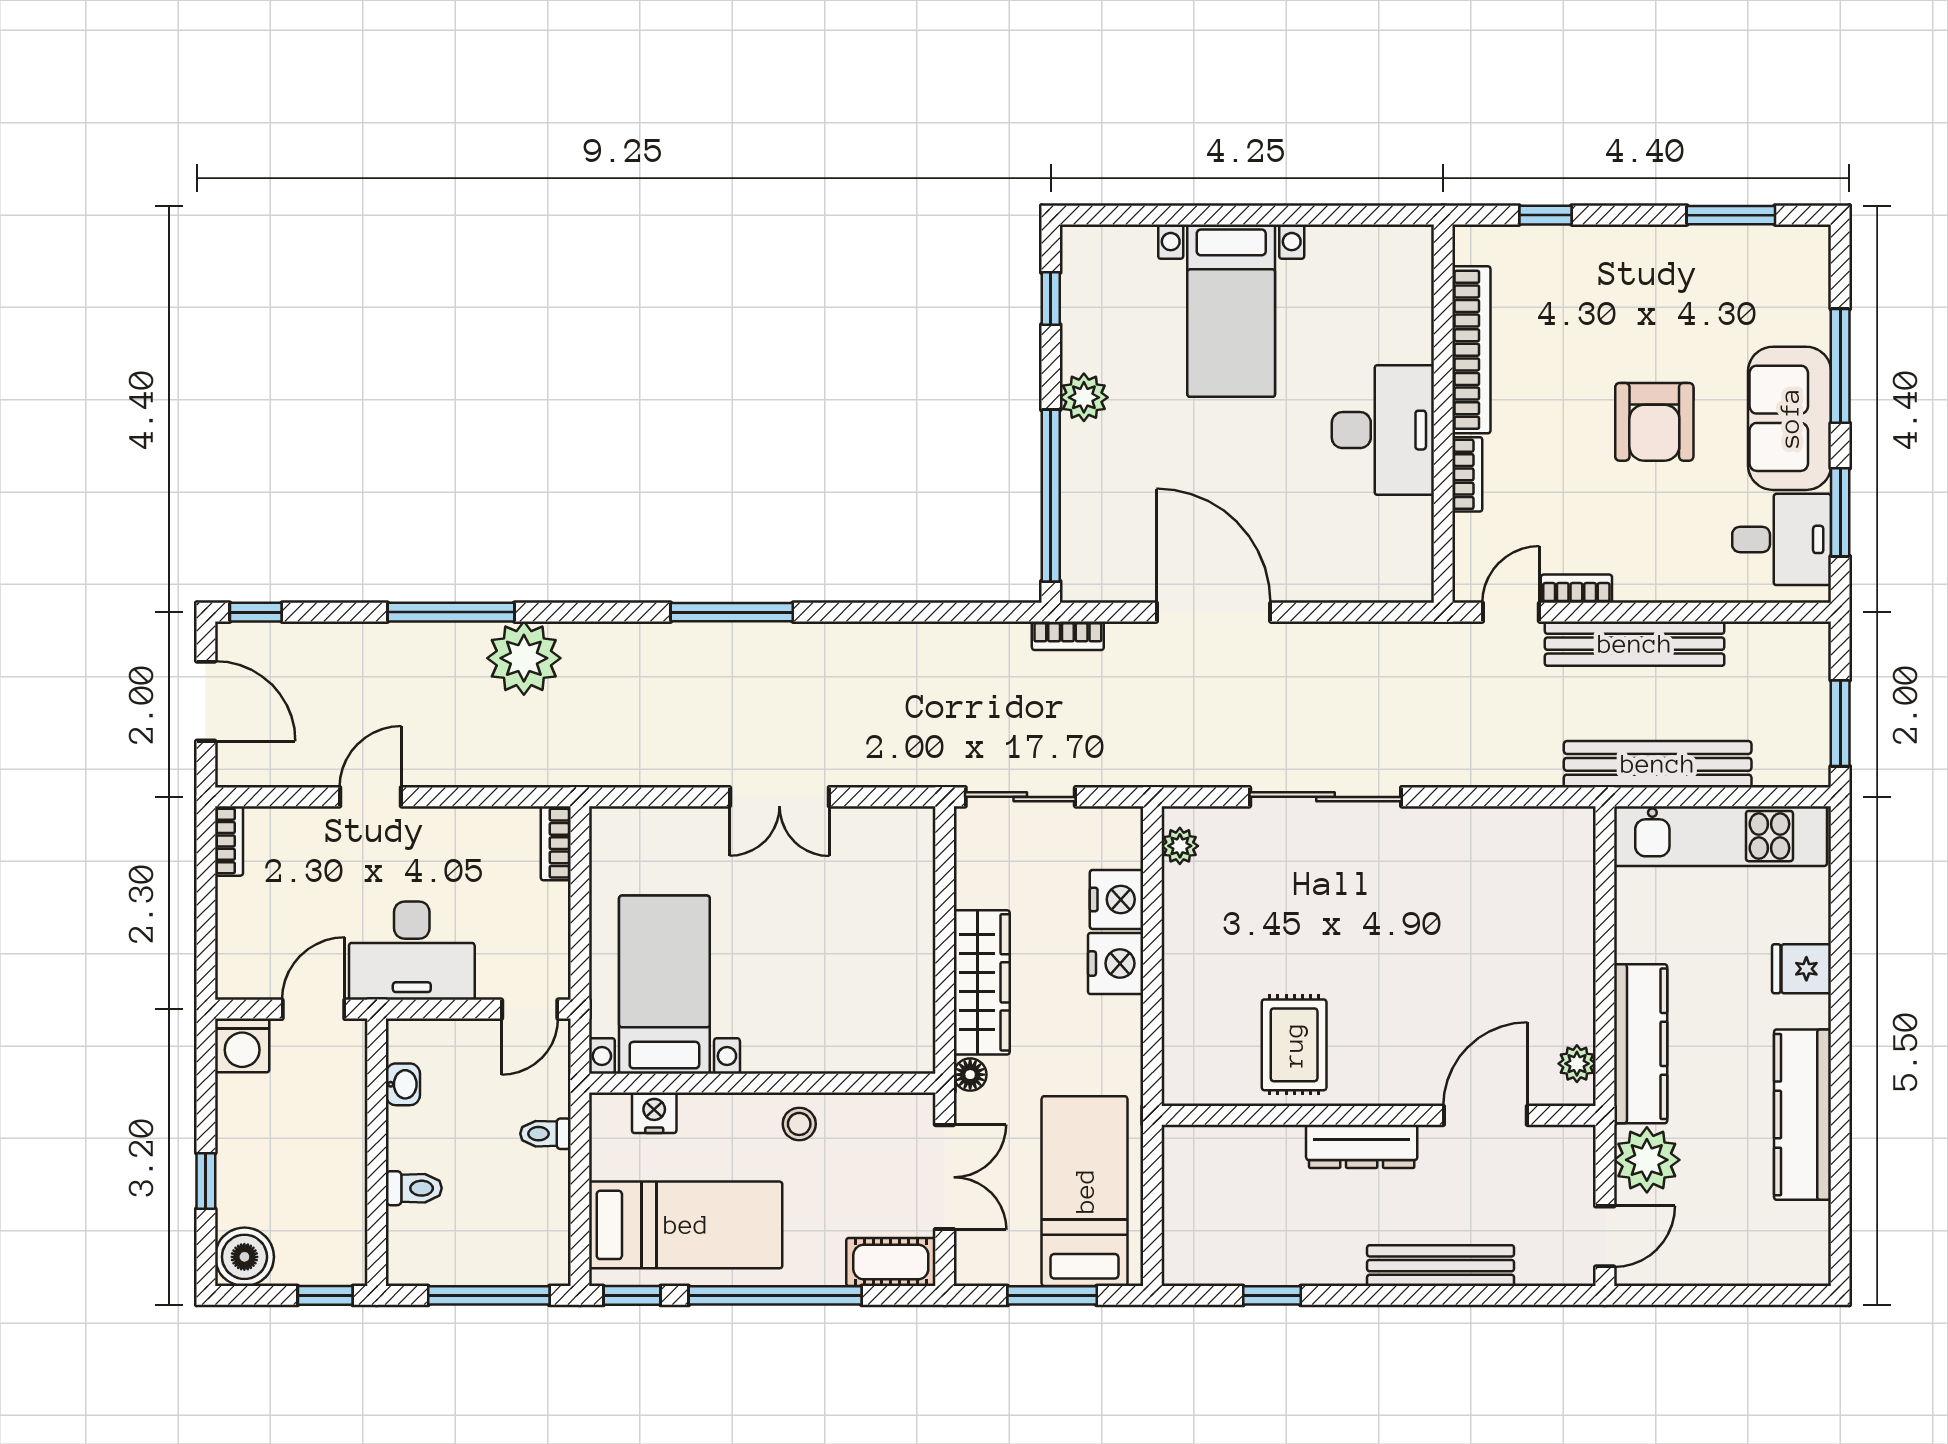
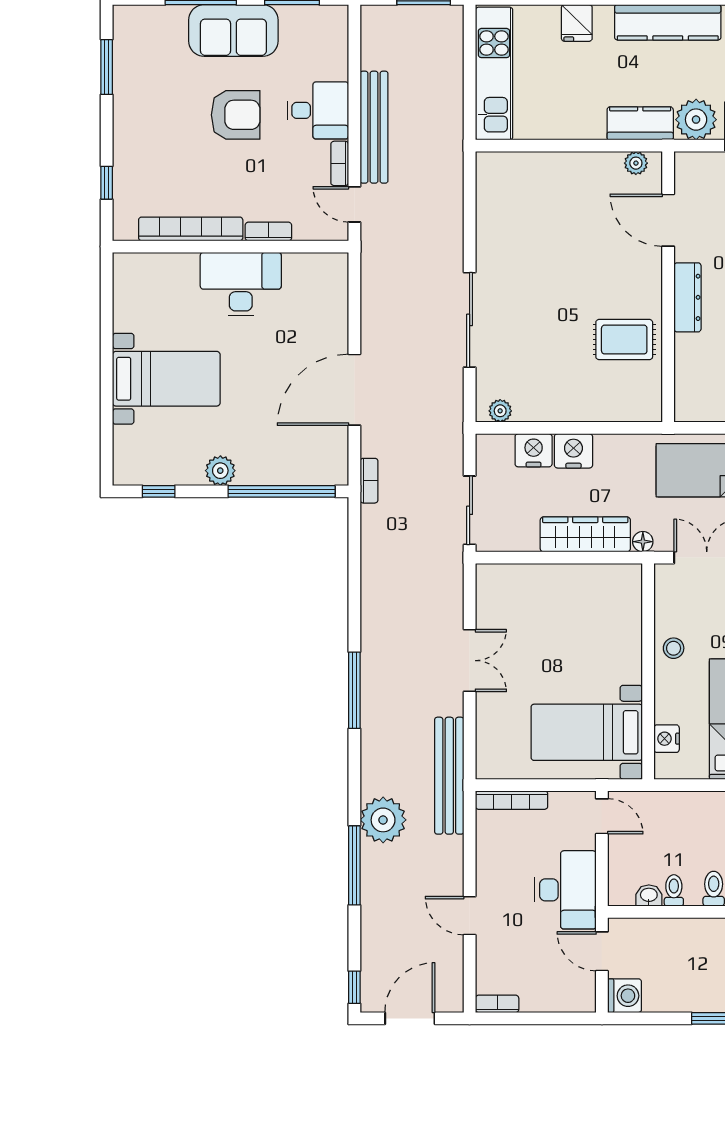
desk: (1782, 539) -> (318, 110), moved, turned 90
bench: (1658, 764) -> (449, 776), moved
bookcase: (556, 843) -> (511, 800), width x1.56
kitchen counter: (1641, 1044) -> (640, 123), width x0.67
toilet: (546, 1134) -> (674, 890), moved, turned 180

